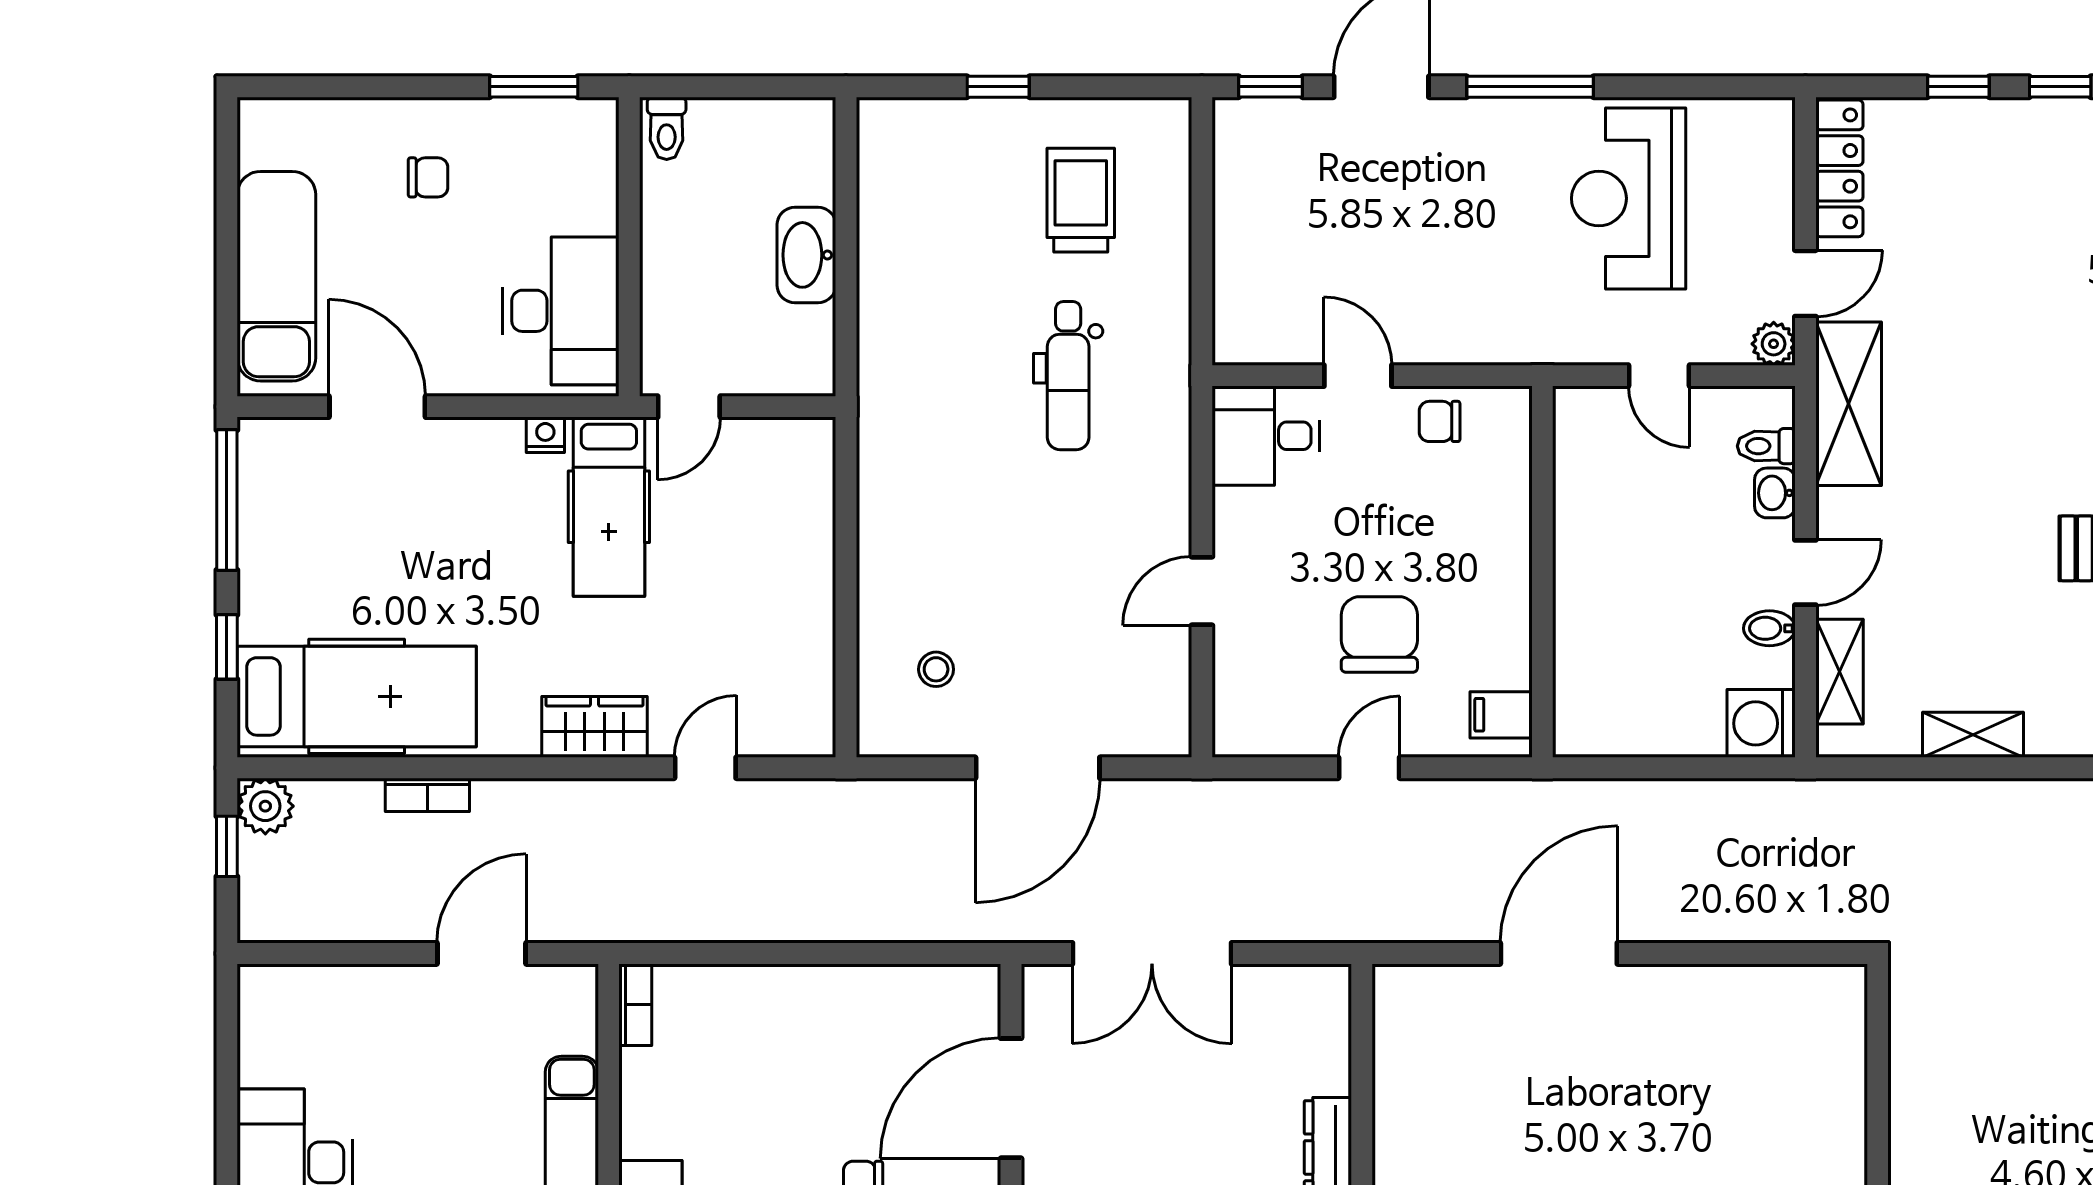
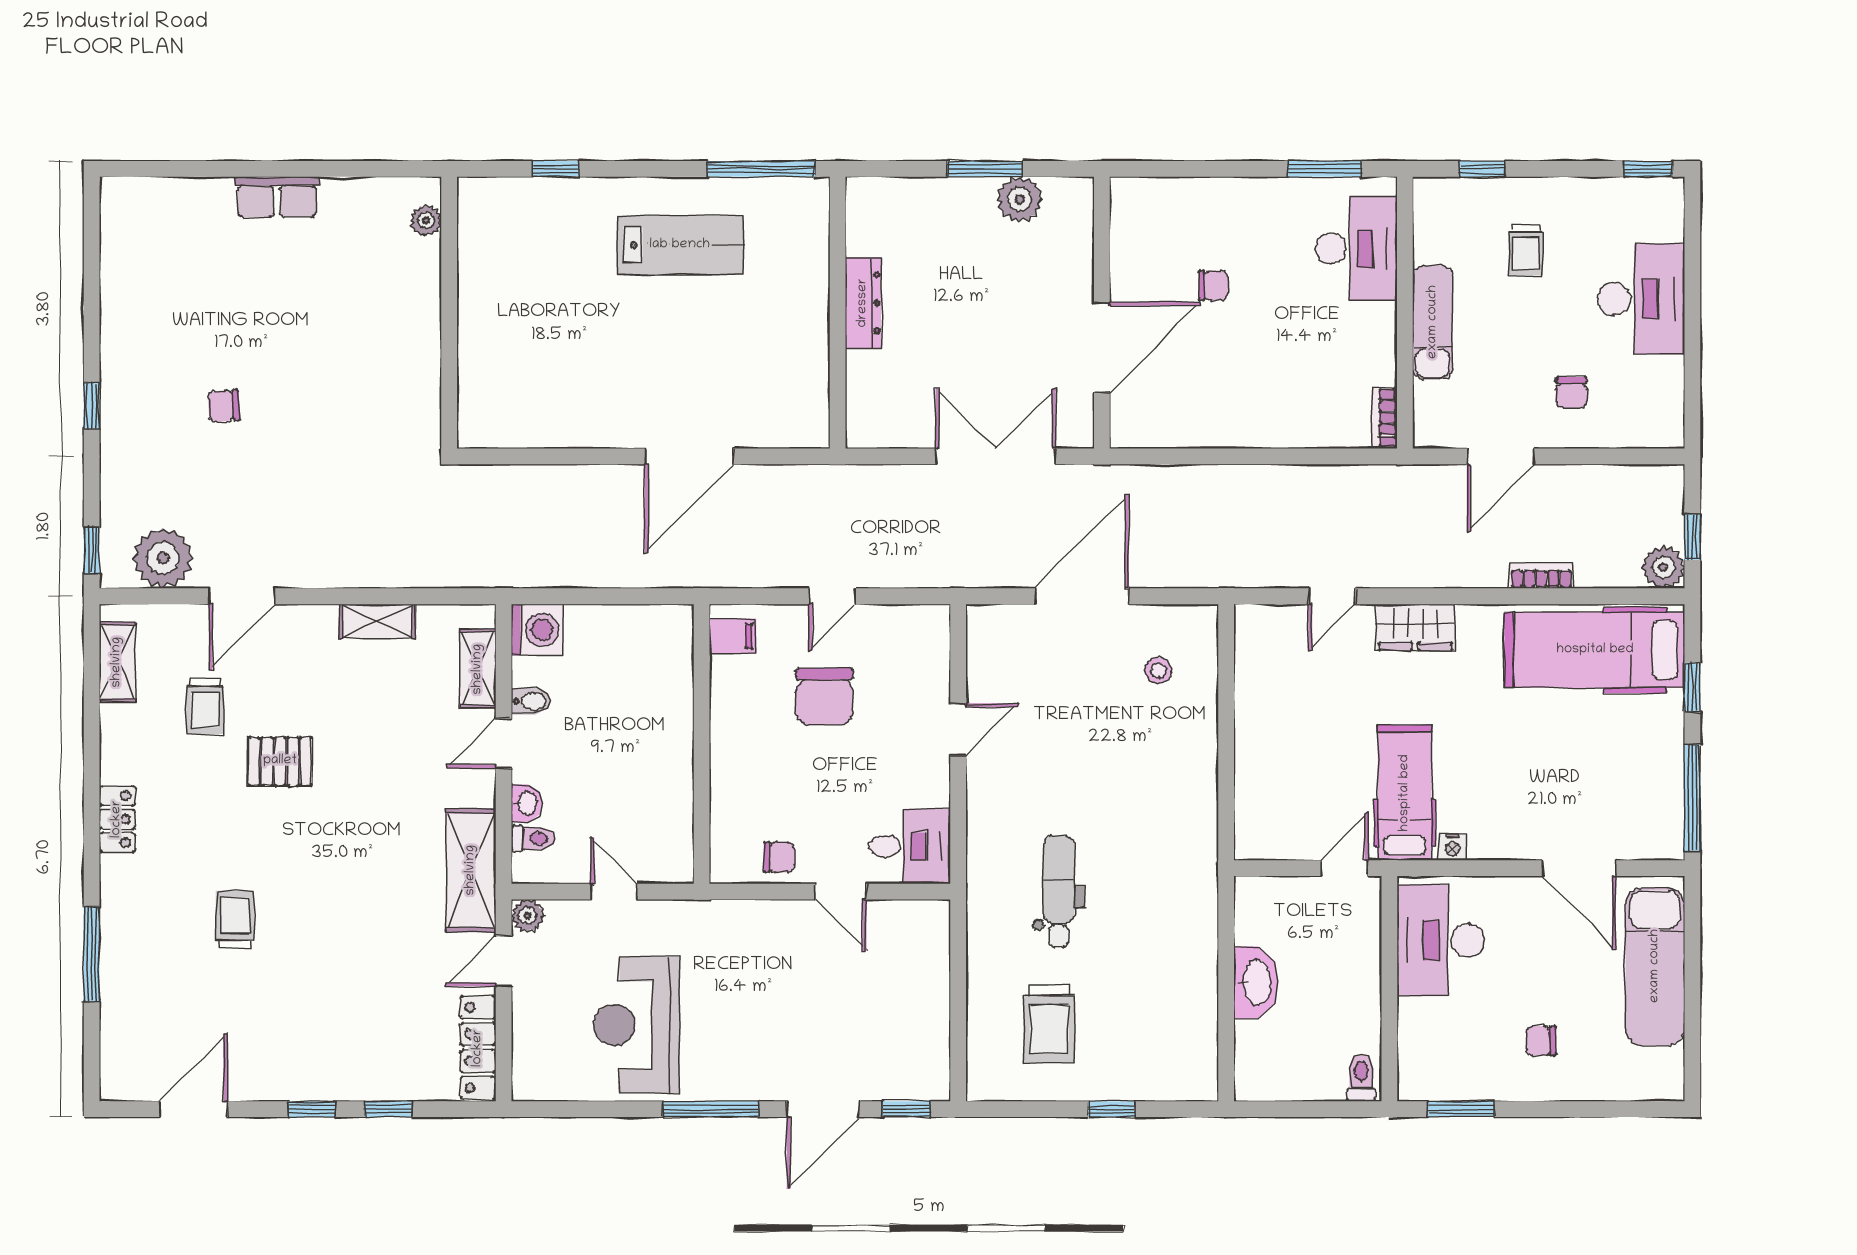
reception desk: (1629, 198) -> (637, 1025), turned 180
chair: (388, 1038) -> (1571, 392), added

